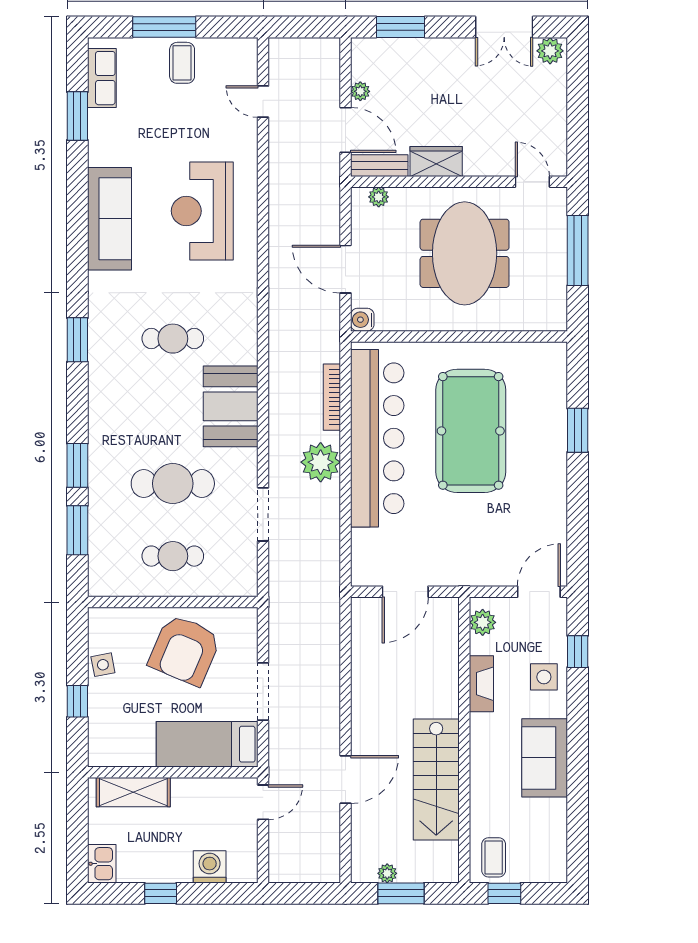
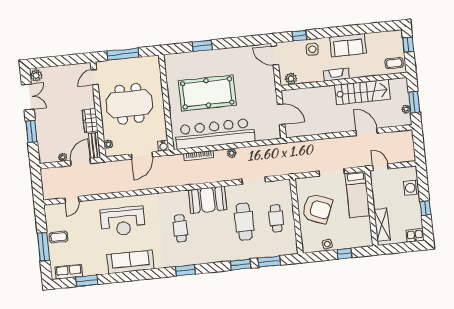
window: (400, 27) -> (31, 131), moved
plant: (321, 462) -> (232, 153), width x0.53, depth x0.53
fireplace: (481, 684) -> (336, 75), moved
window: (504, 893) -> (408, 45), moved

